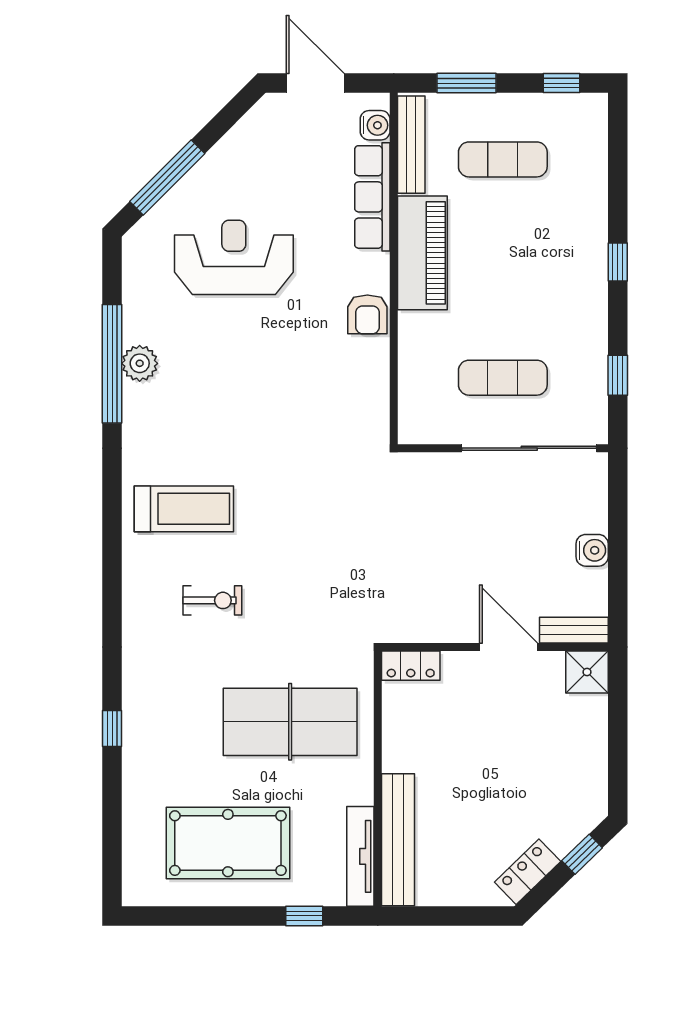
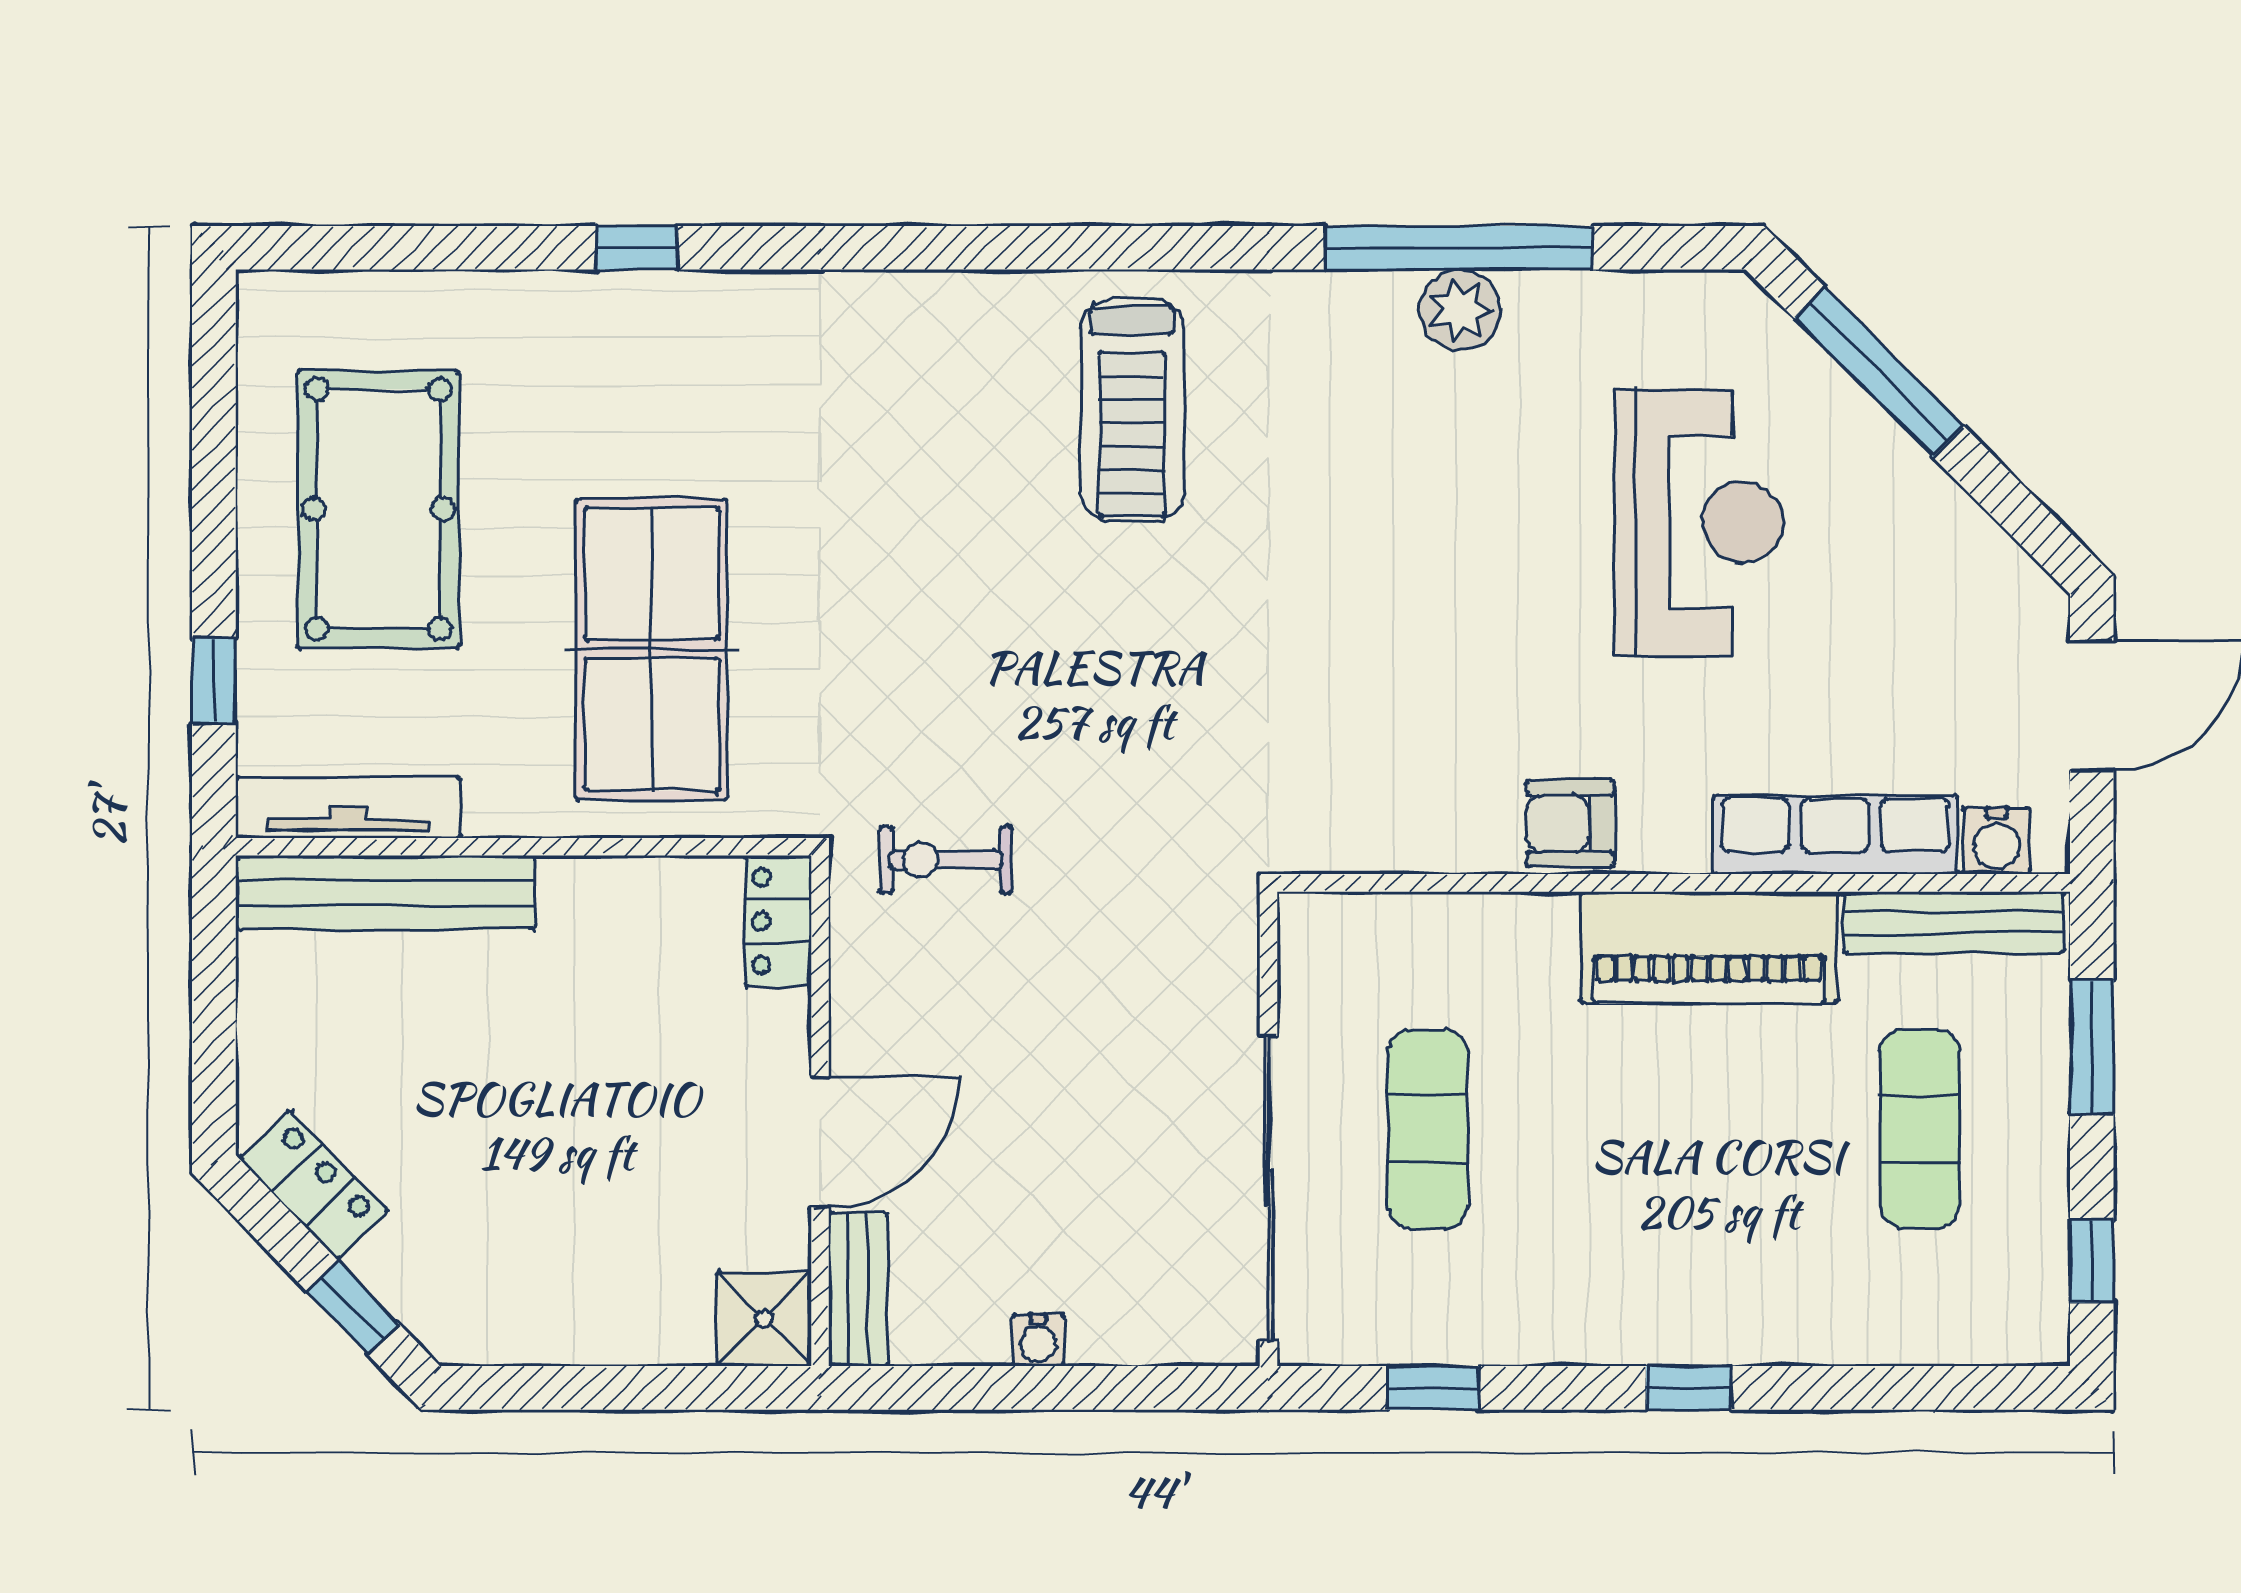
water cooler: (592, 550) -> (1038, 1340), width x0.72, depth x0.72
exercise bike: (212, 600) -> (945, 860), moved, turned 90

